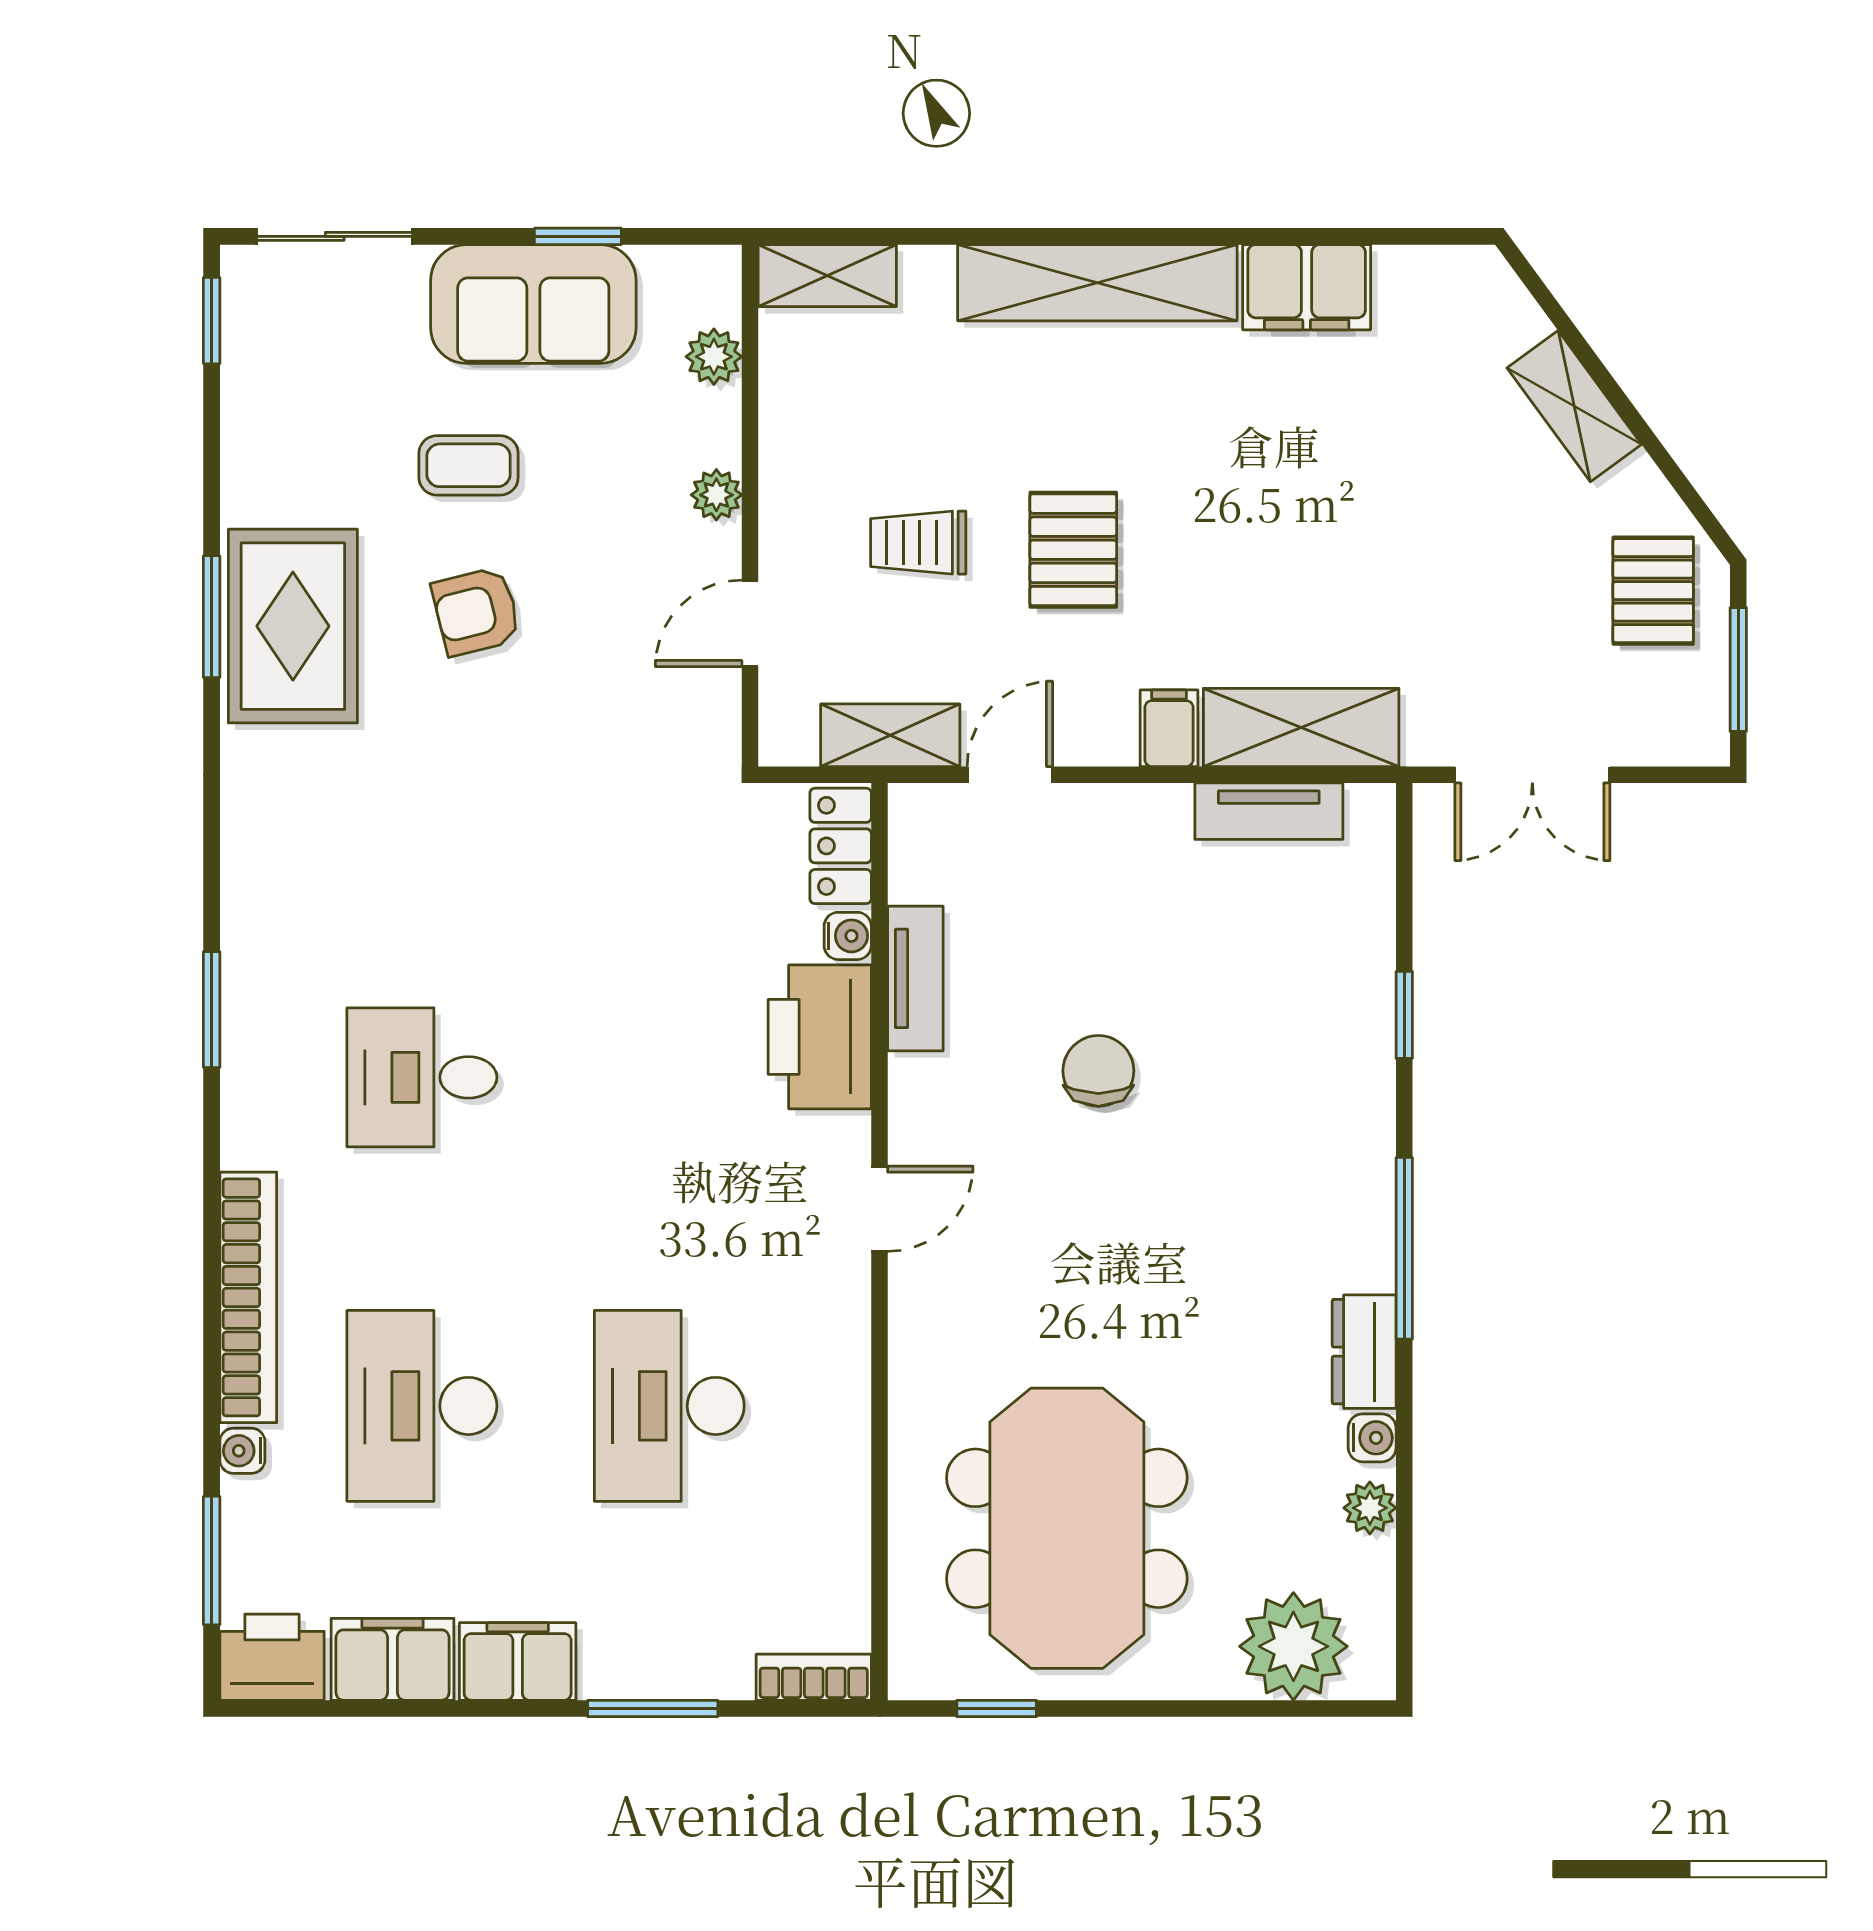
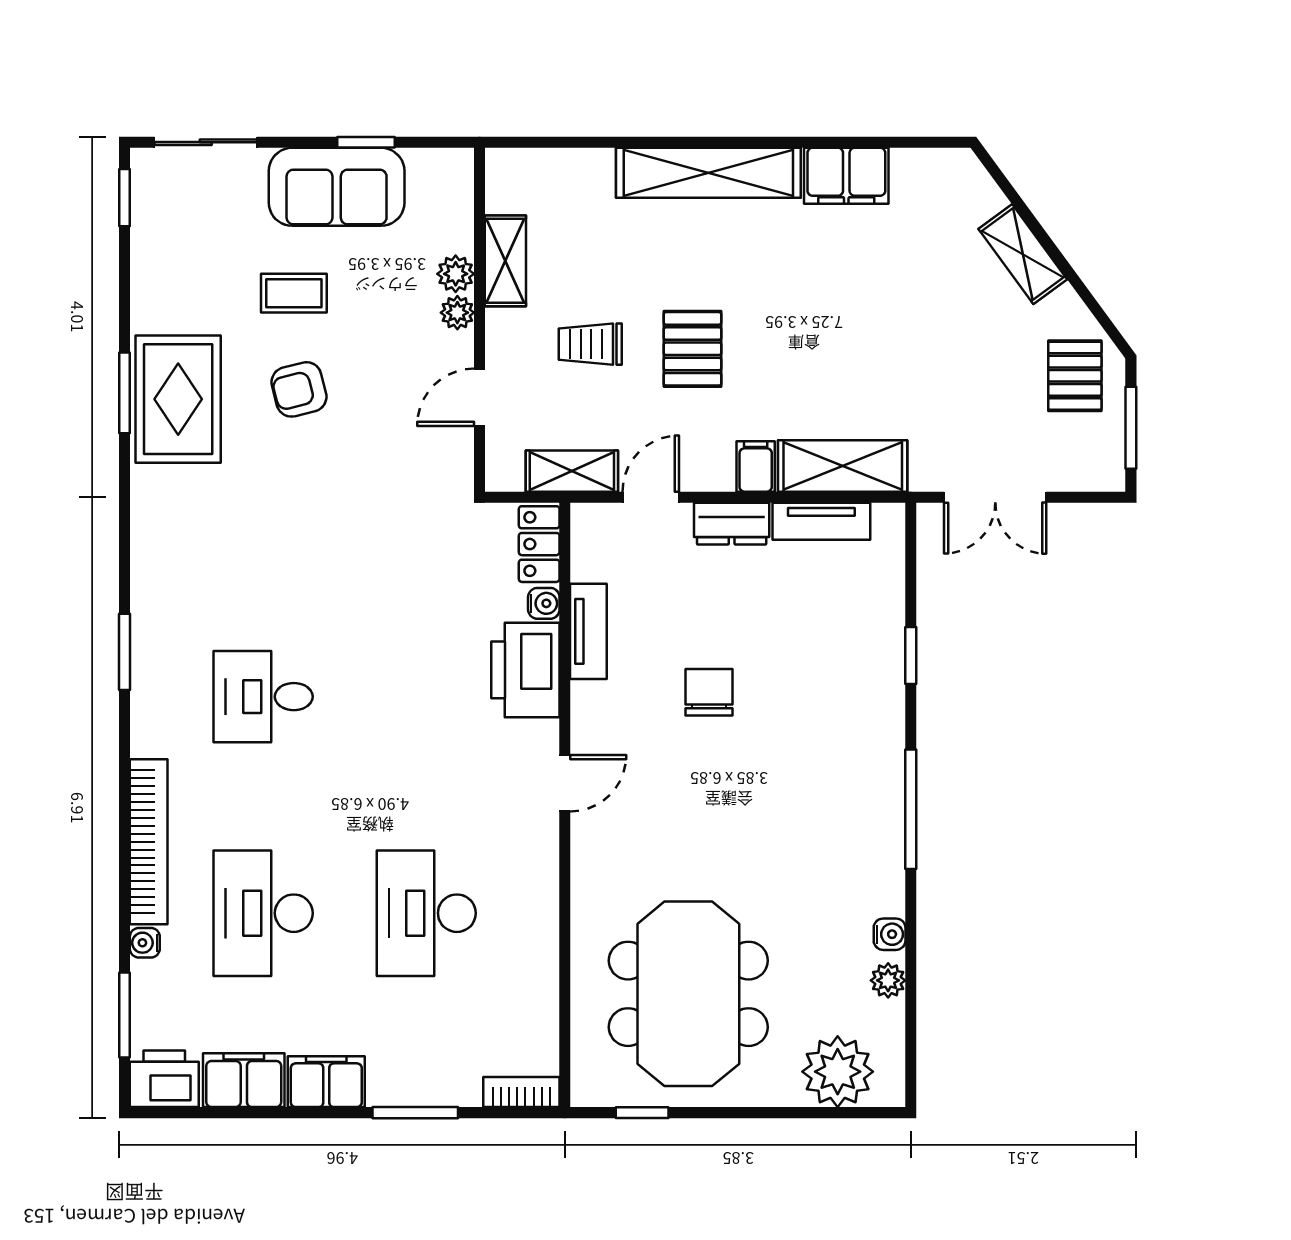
shelving: (827, 276) -> (505, 261), moved, turned 90
plant: (714, 357) -> (456, 274), moved
dresser: (1364, 1352) -> (732, 524), moved, turned -90

